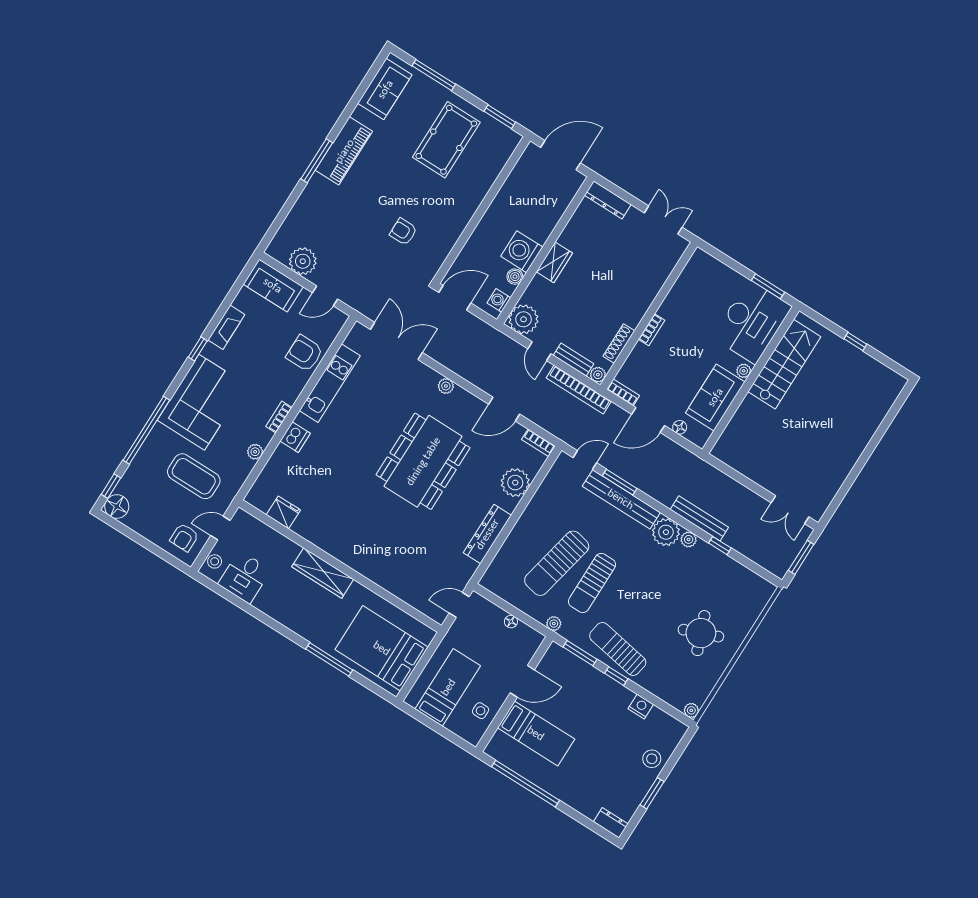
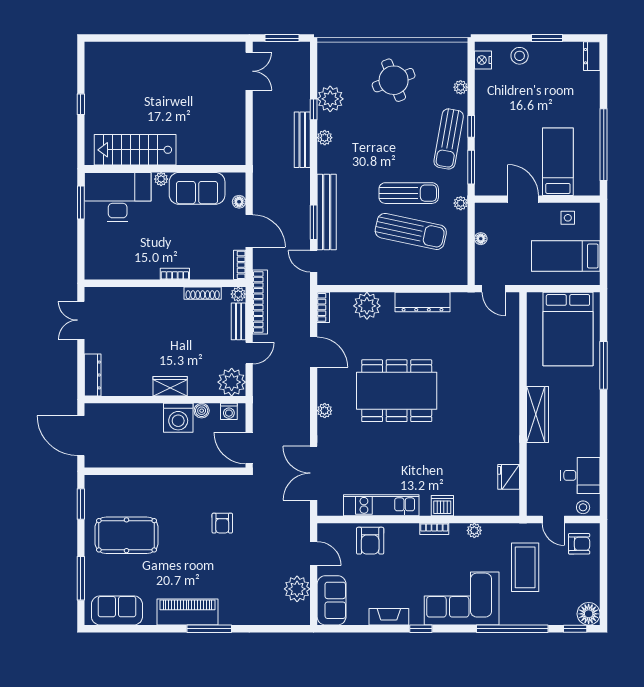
plant: (666, 532) -> (330, 99), moved
nightstand: (641, 706) -> (483, 60), moved
plant: (691, 710) -> (461, 87), moved

